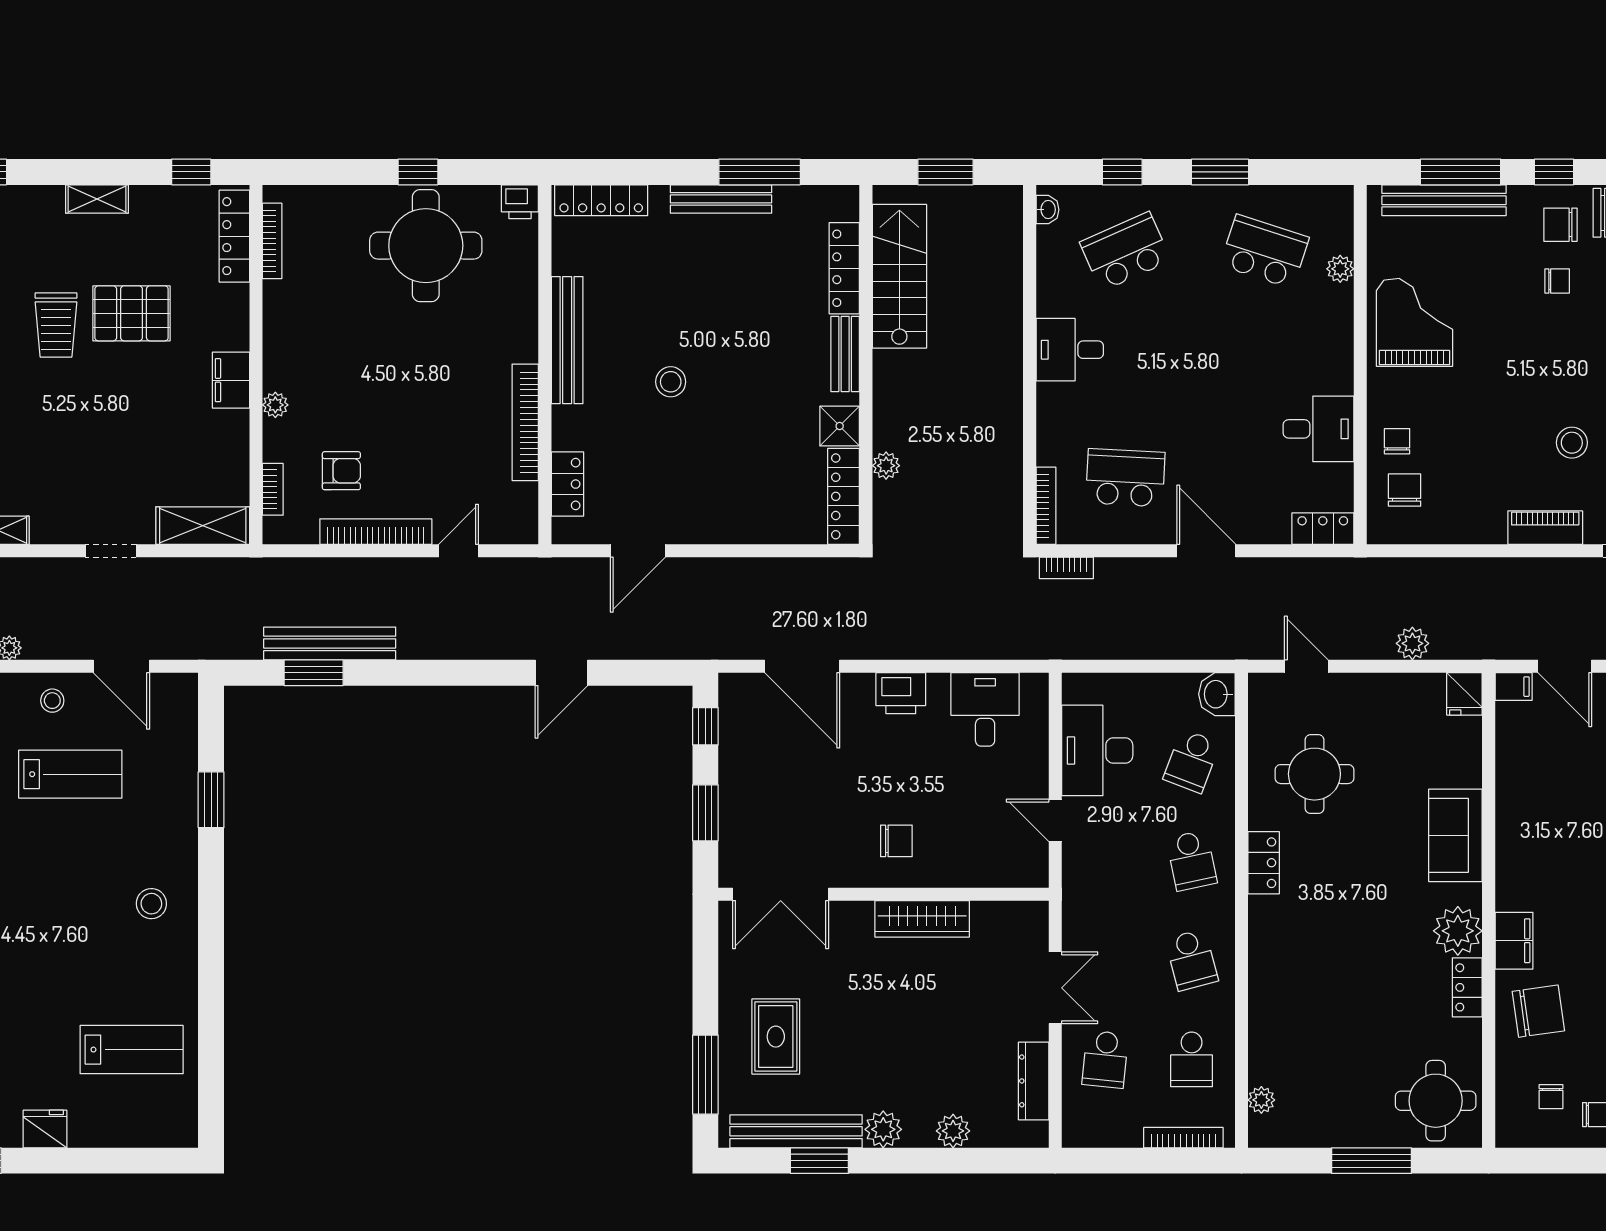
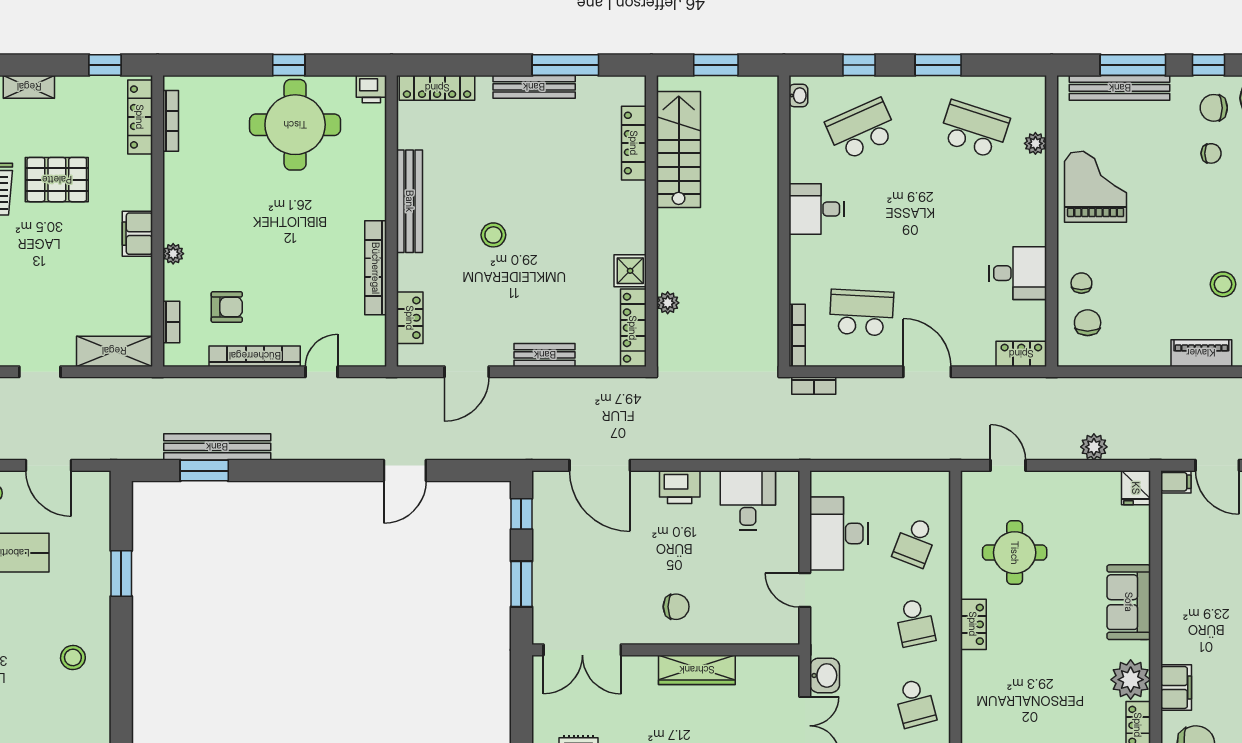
bench: (845, 354) -> (545, 355), moved, turned 90
washbasin: (1217, 694) -> (825, 675), moved, turned 180

